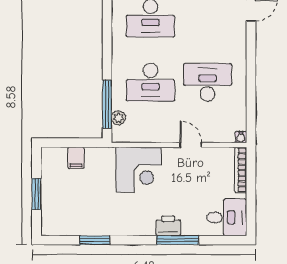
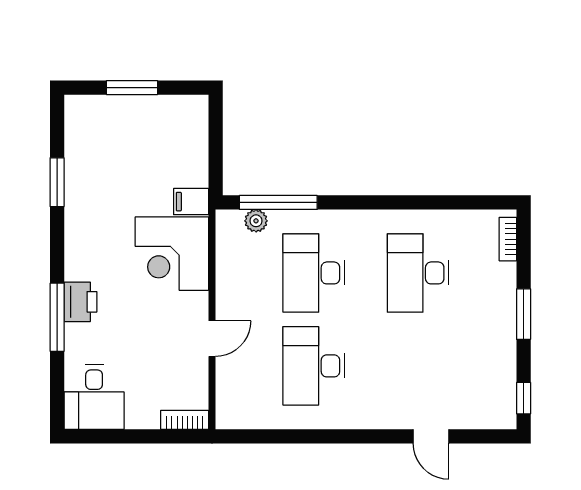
desk: (208, 82) -> (314, 366), turned 180
water cooler: (241, 137) -> (225, 420), removed
filing cabinet: (76, 158) -> (191, 202), moved
bookcase: (241, 170) -> (185, 420), width x0.64

